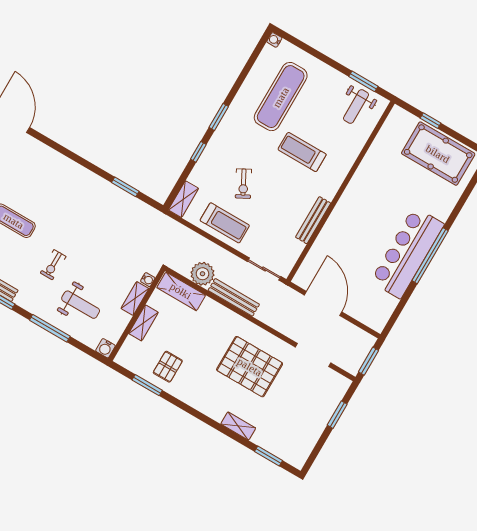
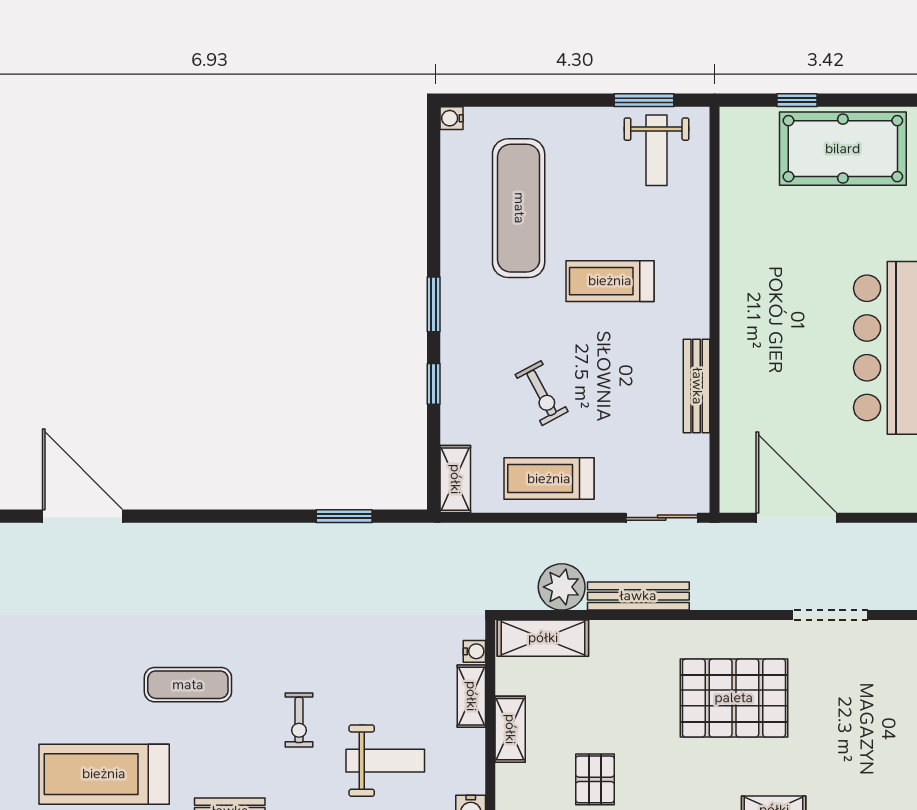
treadmill: (225, 223) -> (549, 479), turned 180

